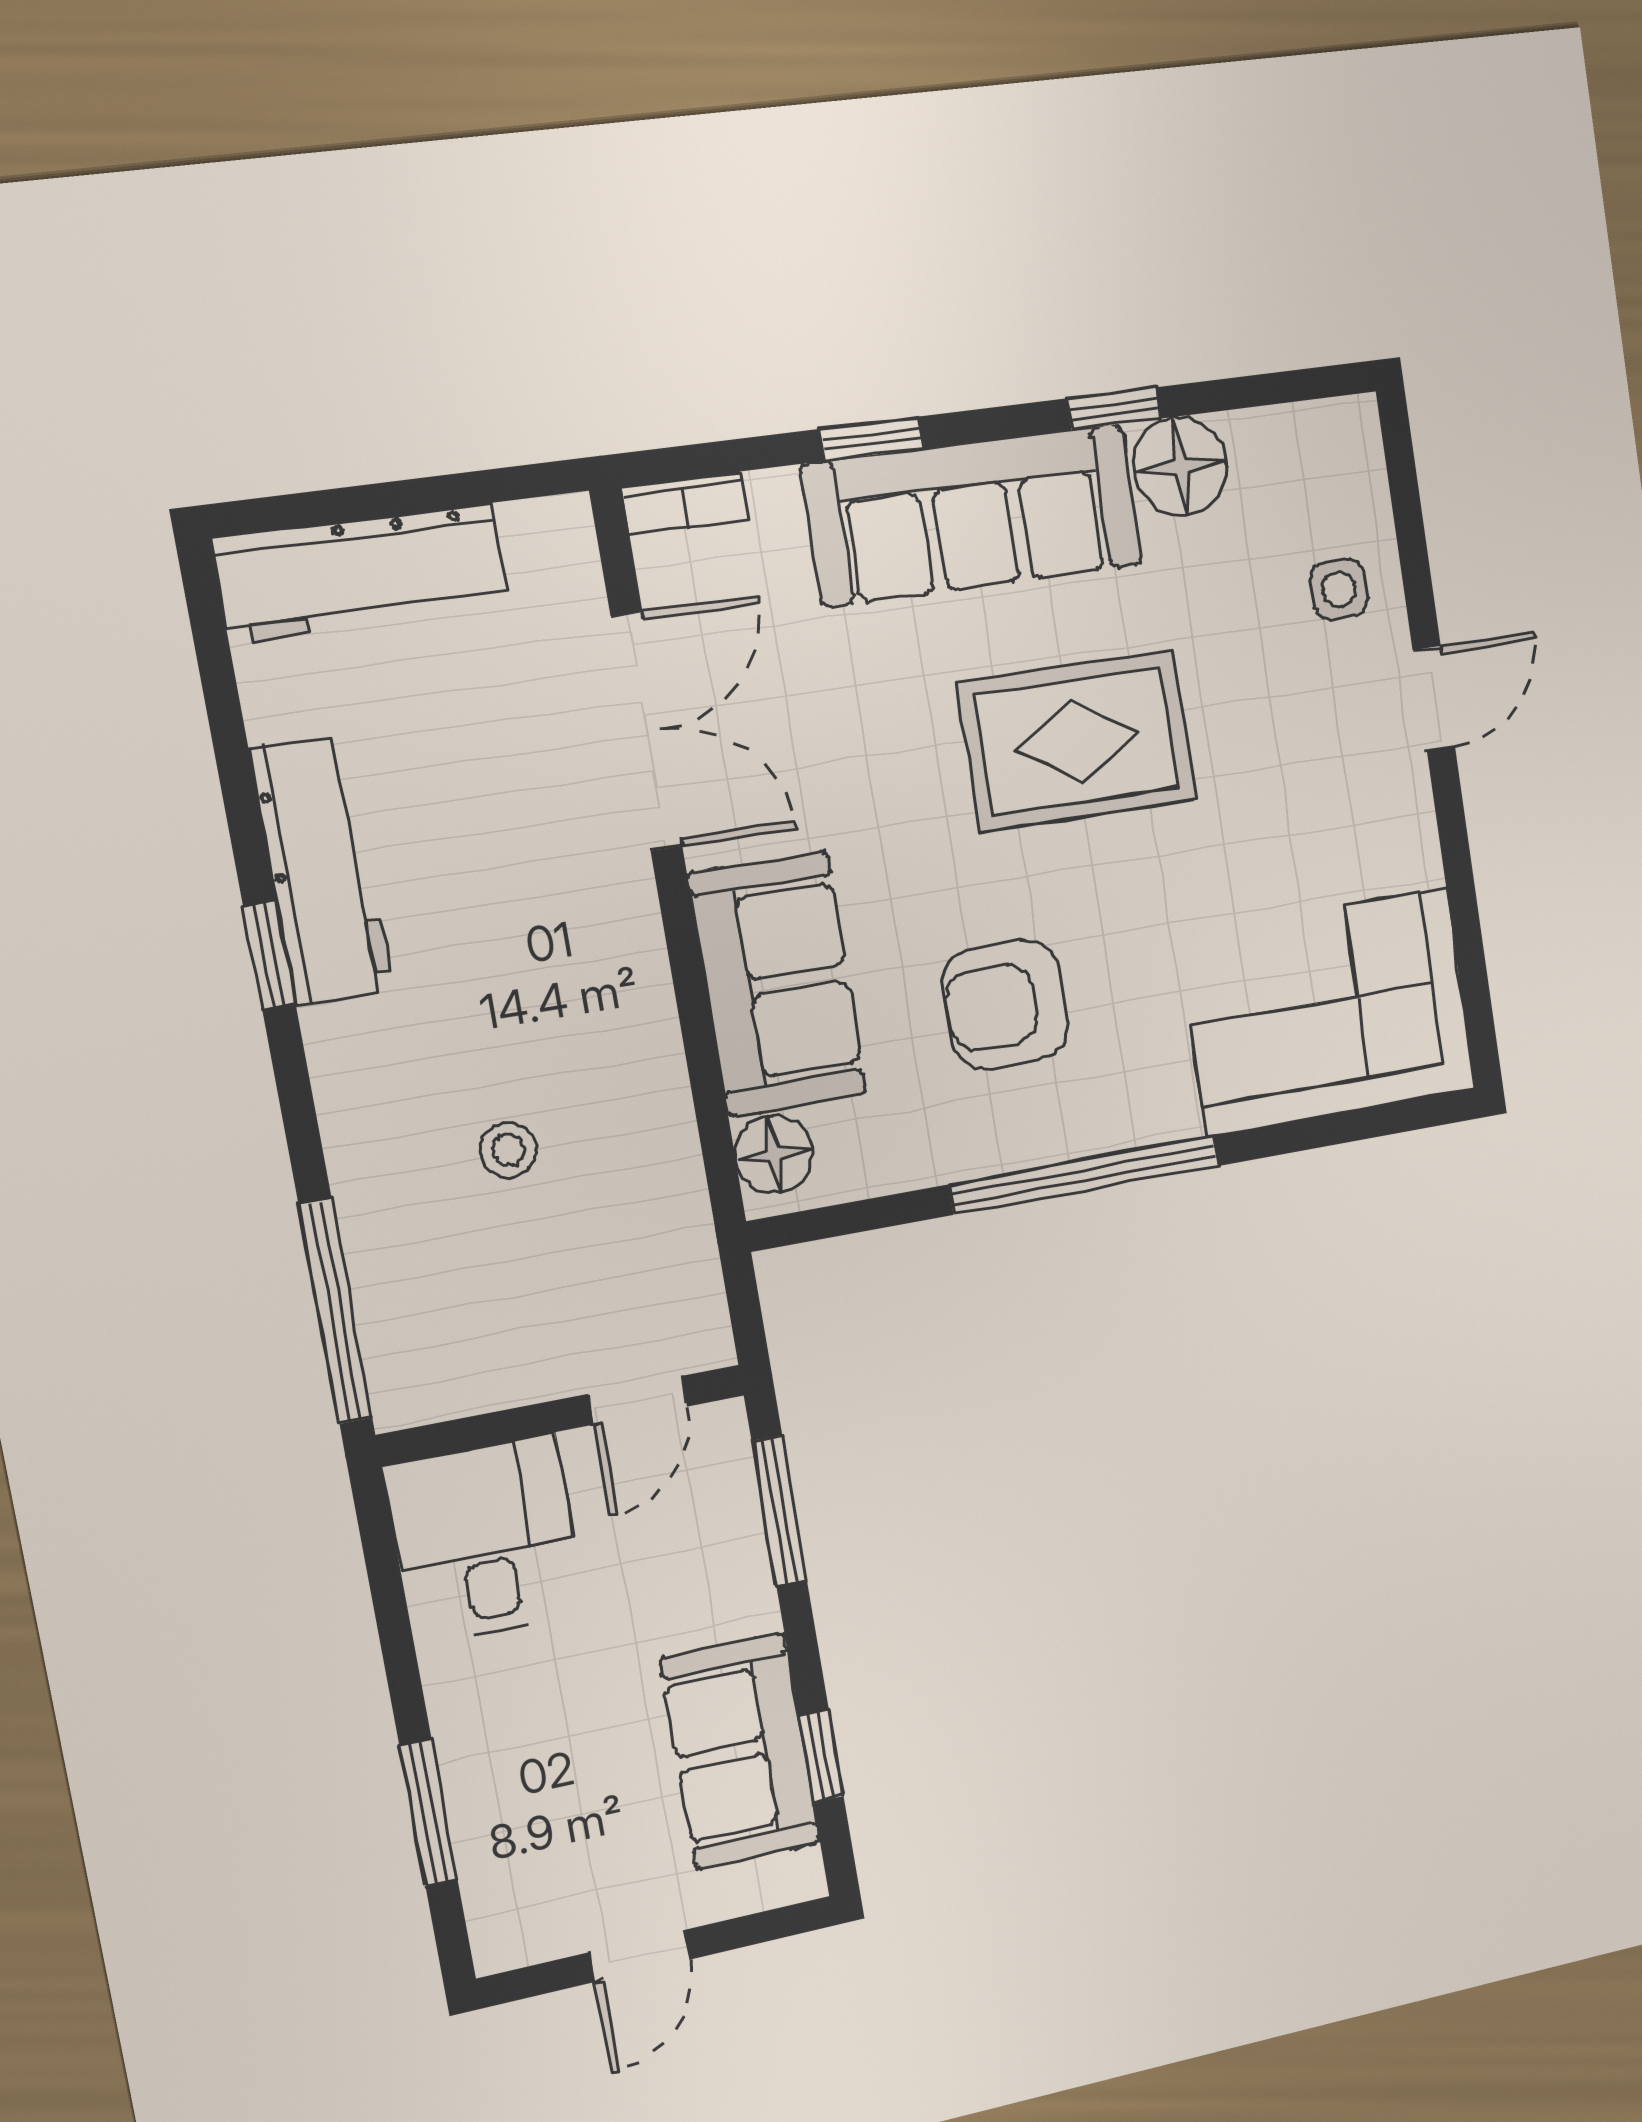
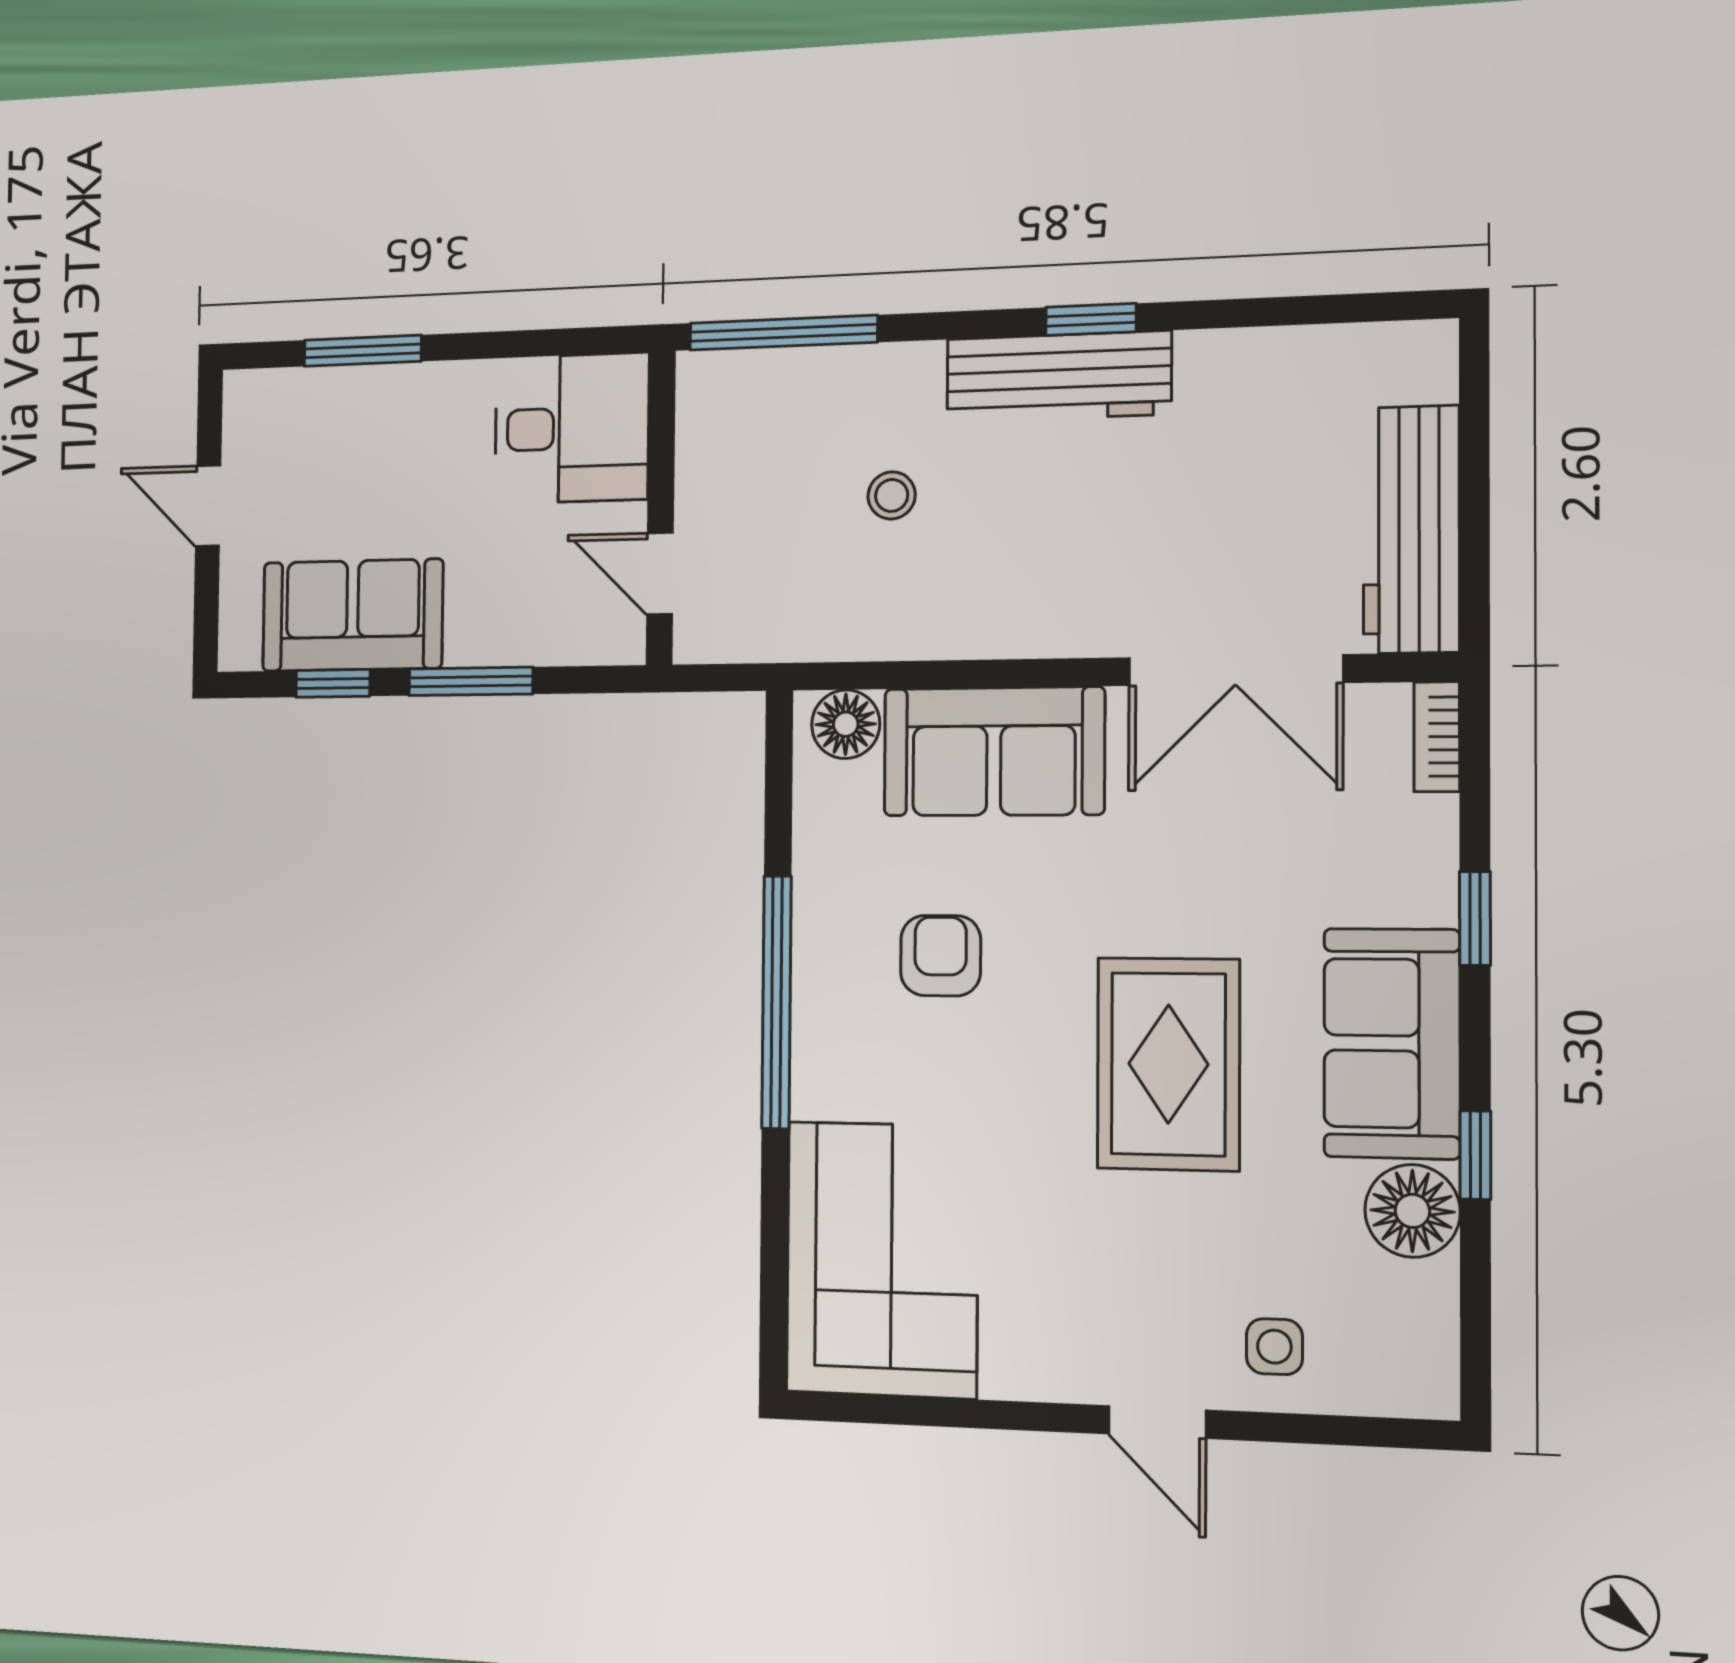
sofa: (973, 515) -> (1392, 1043), width x0.73
workbench: (362, 573) -> (1411, 530), moved
workbench: (322, 871) -> (1059, 377), moved
armchair: (1006, 1004) -> (941, 956), width x0.72, depth x0.72
window: (779, 1510) -> (471, 681), moved

